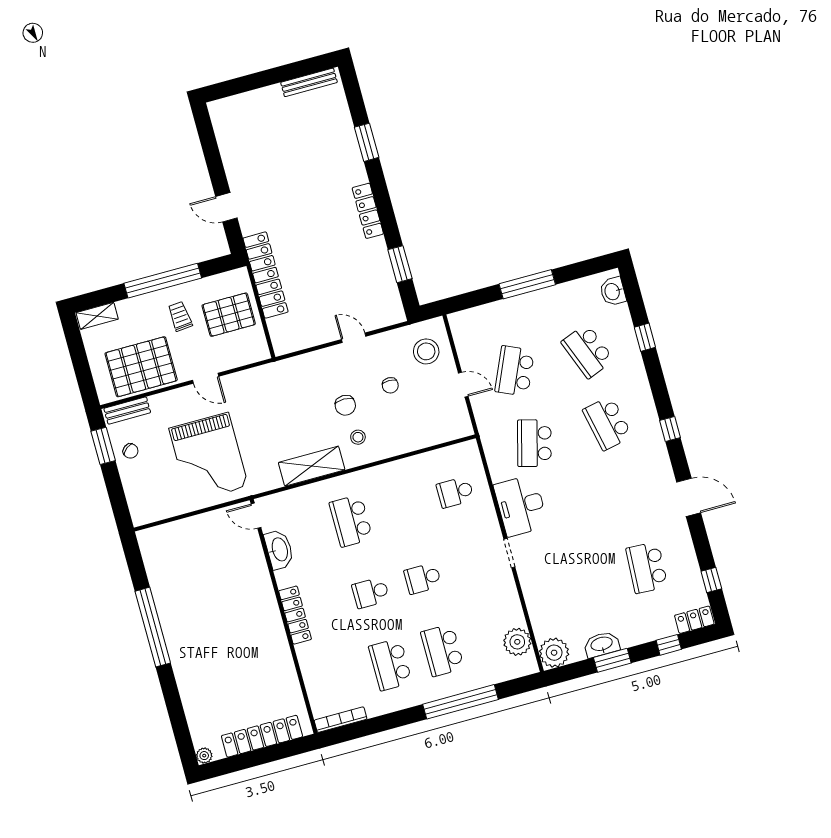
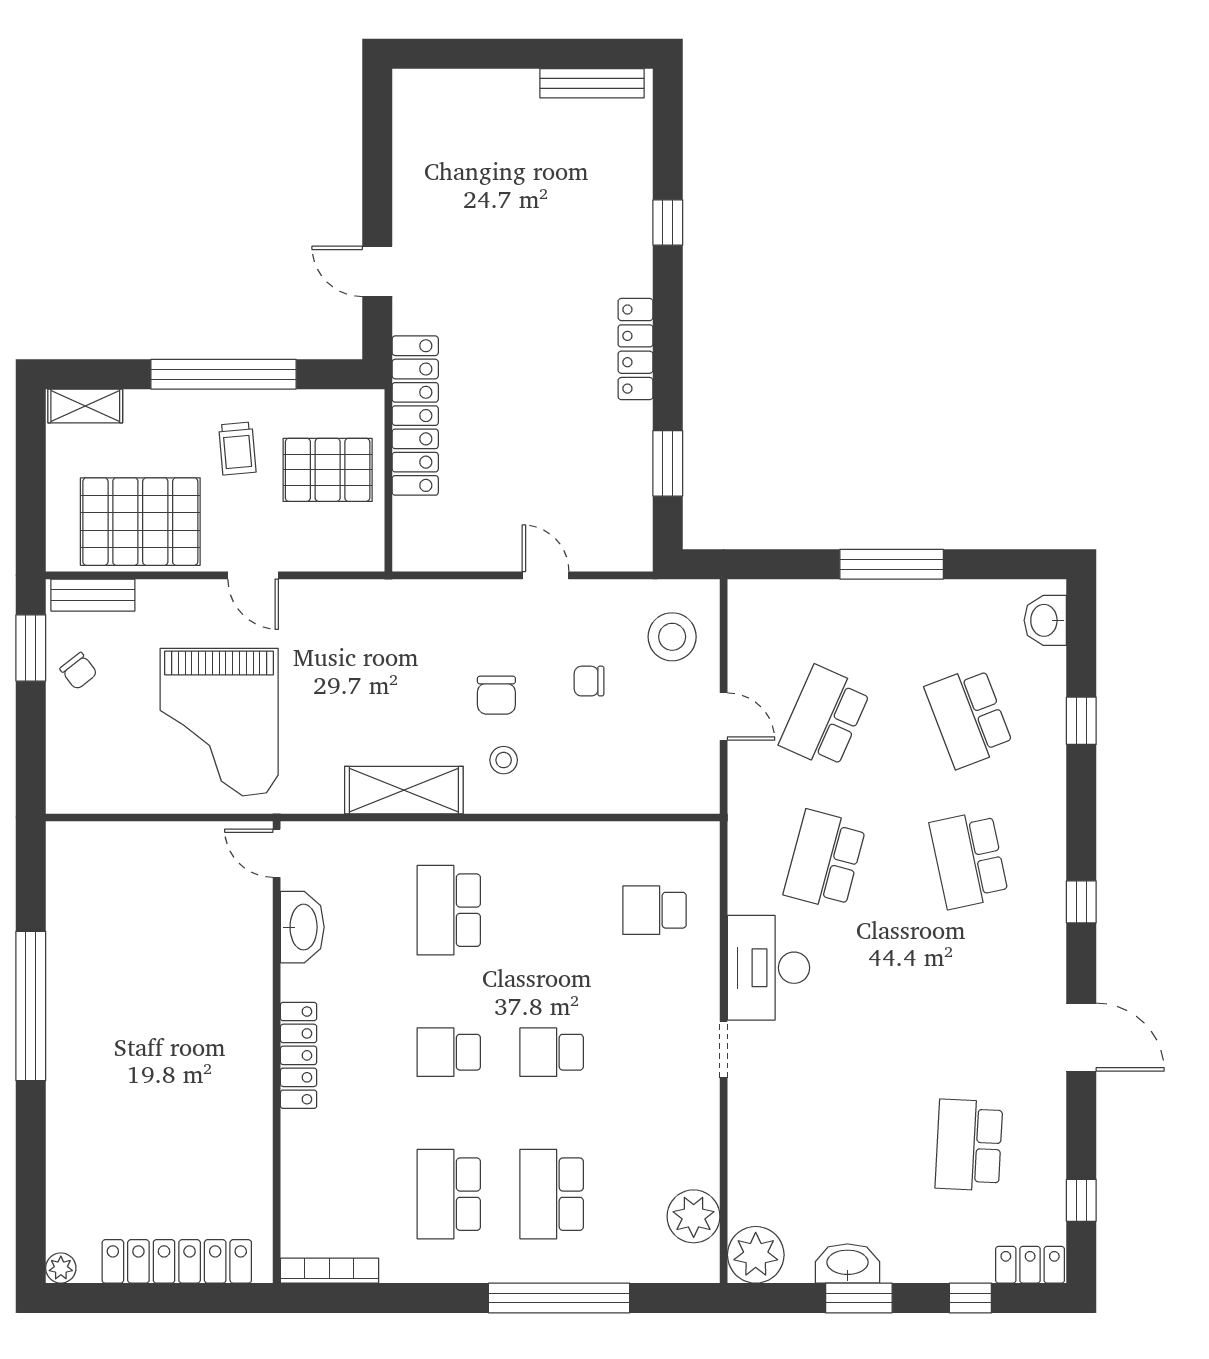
window: (367, 142) -> (668, 222), width x0.67
trolley: (180, 316) -> (237, 448), turned 180
chair: (390, 385) -> (589, 681), turned 90

